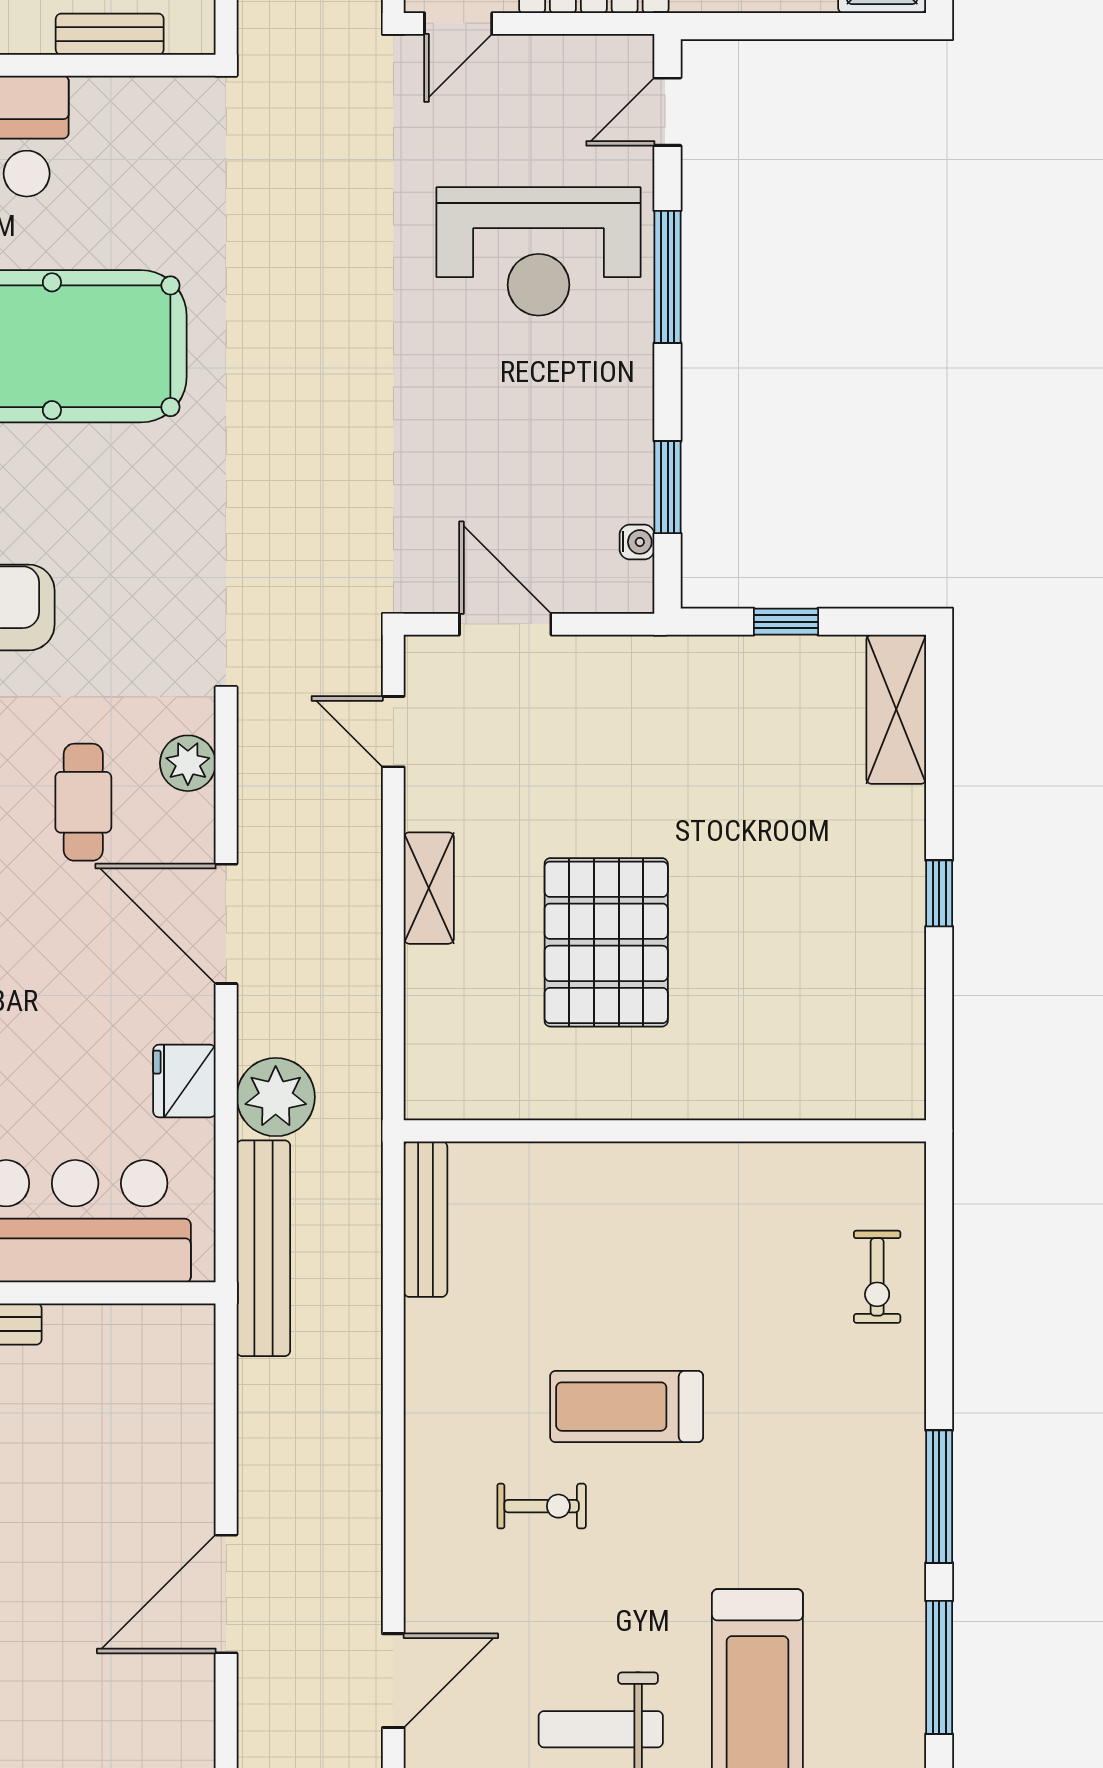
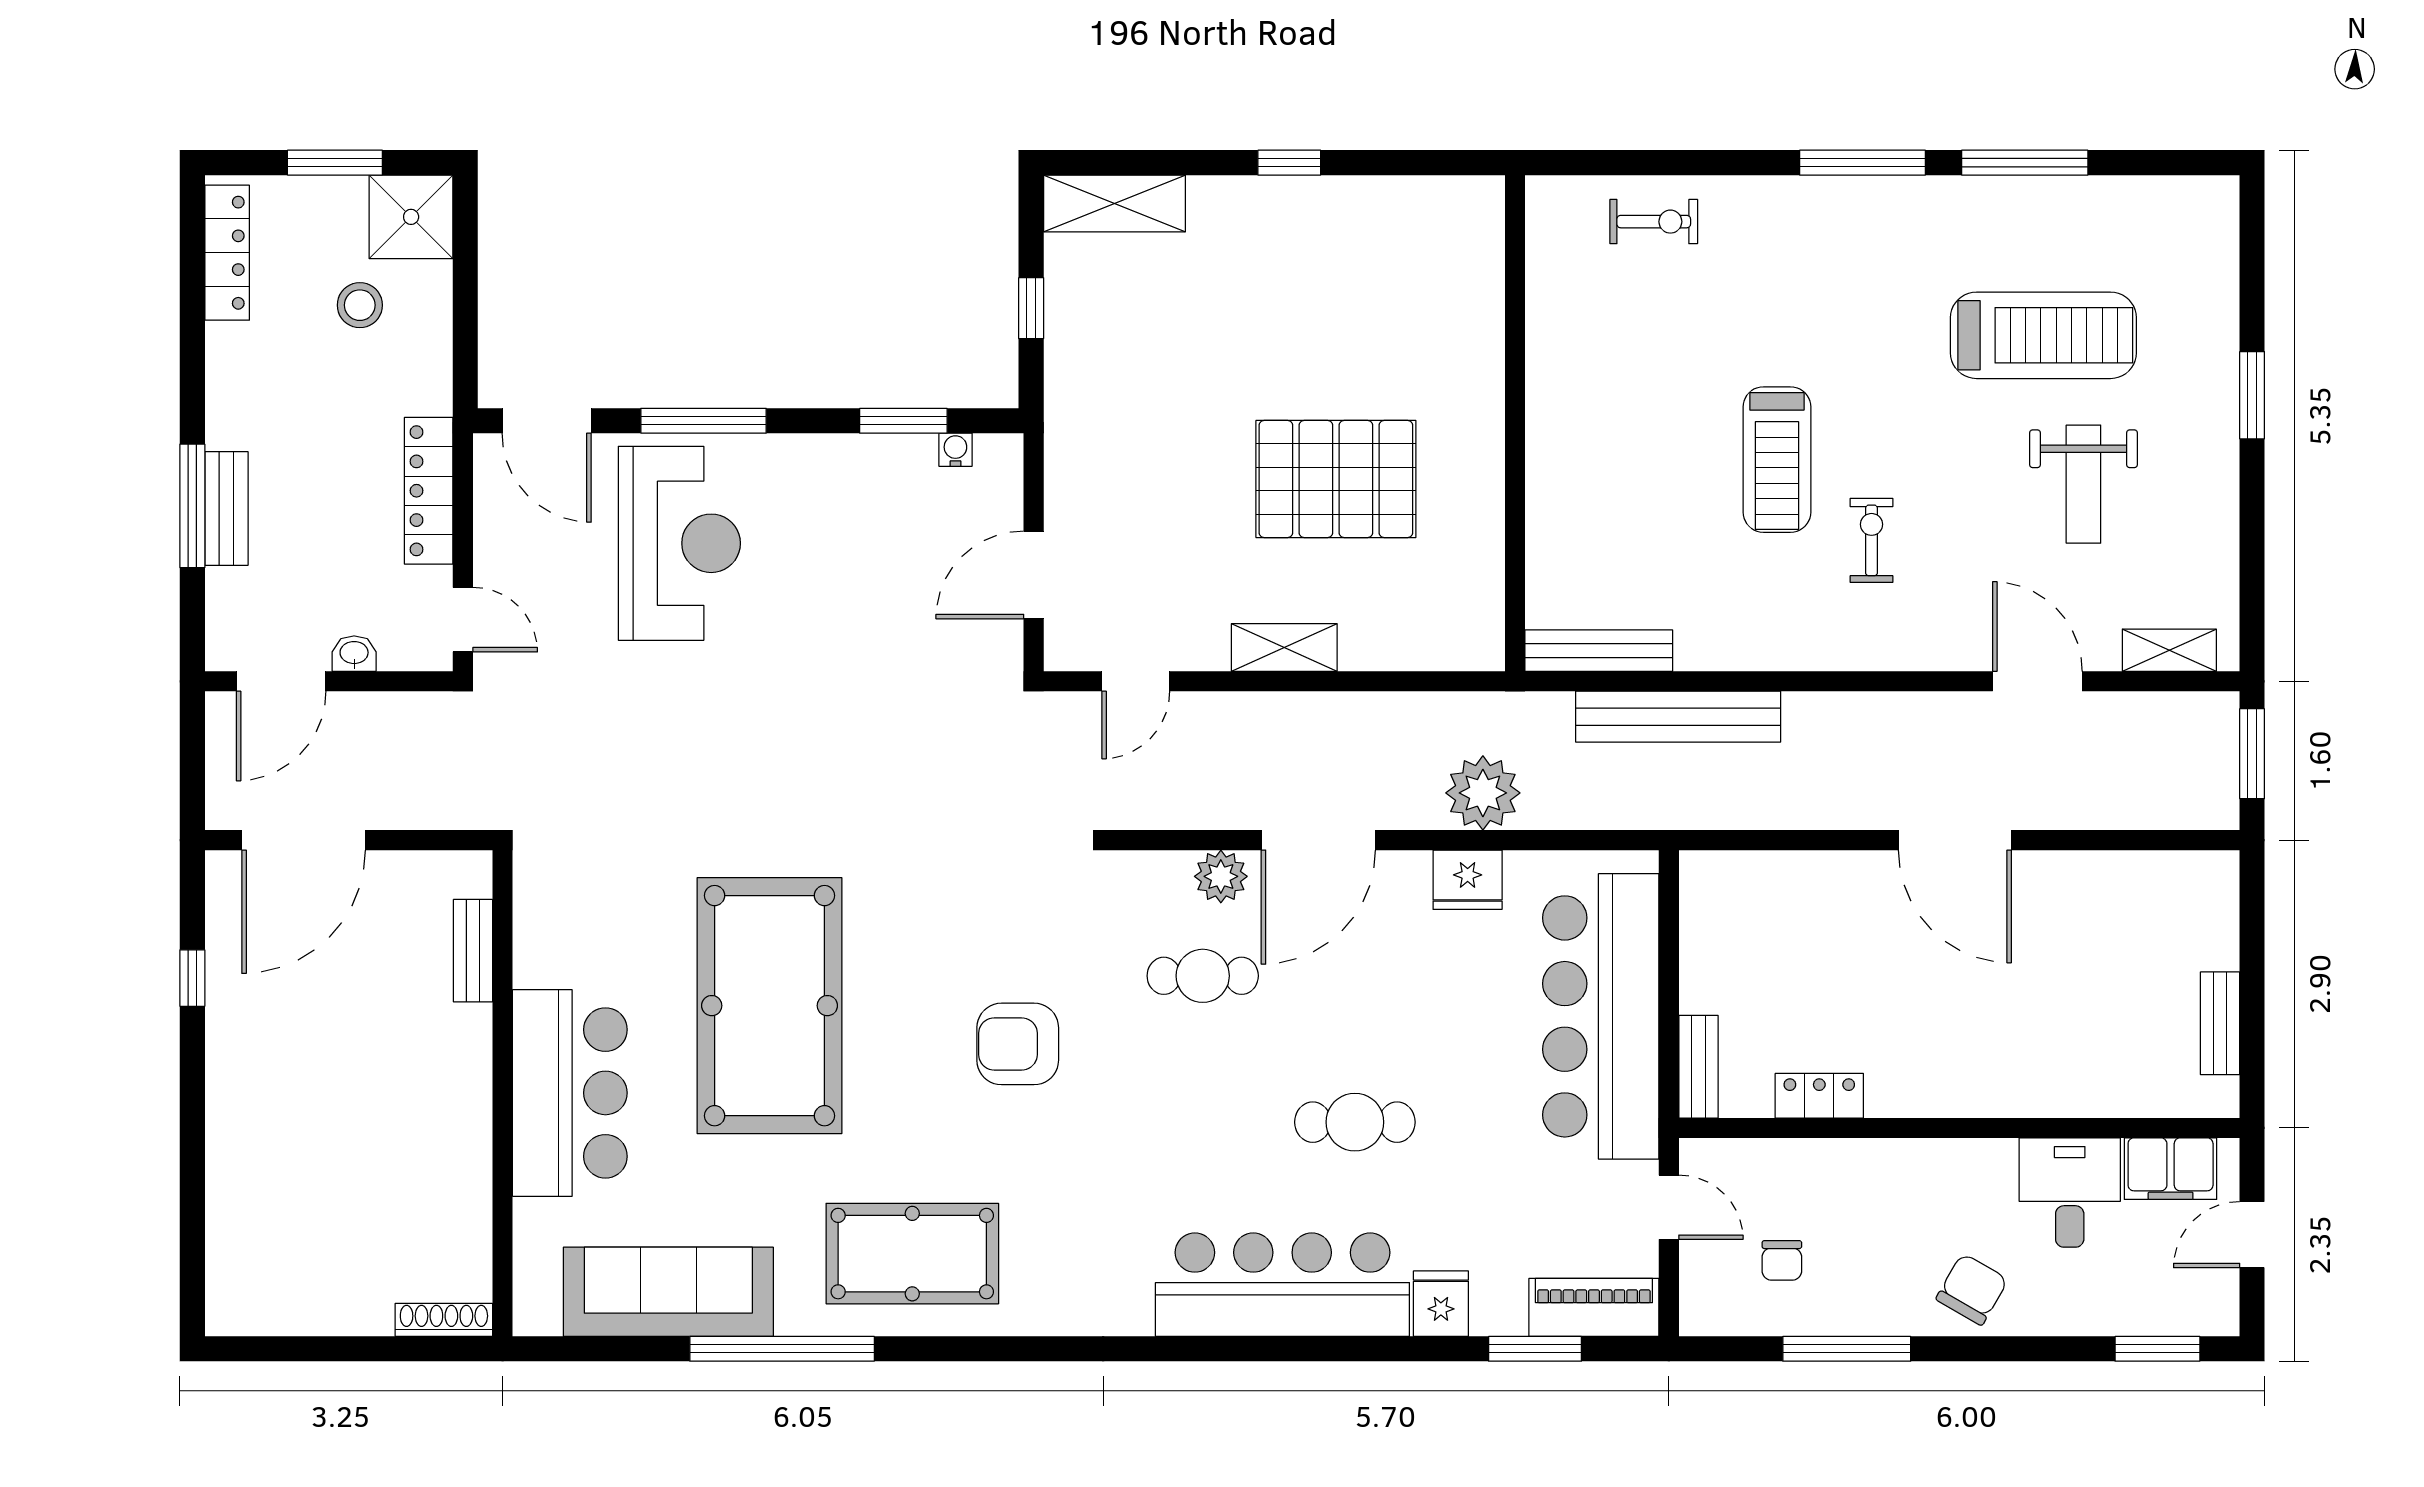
door: (668, 112) -> (547, 421), width x1.38
plant: (188, 763) -> (1221, 876), moved
bench: (263, 1248) -> (1678, 717), moved

